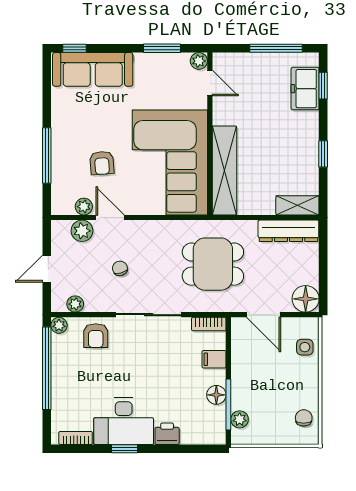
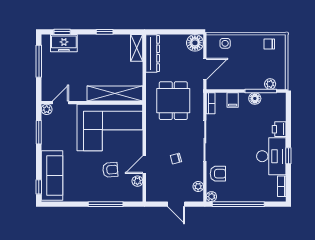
plant: (82, 231) -> (153, 182), removed

